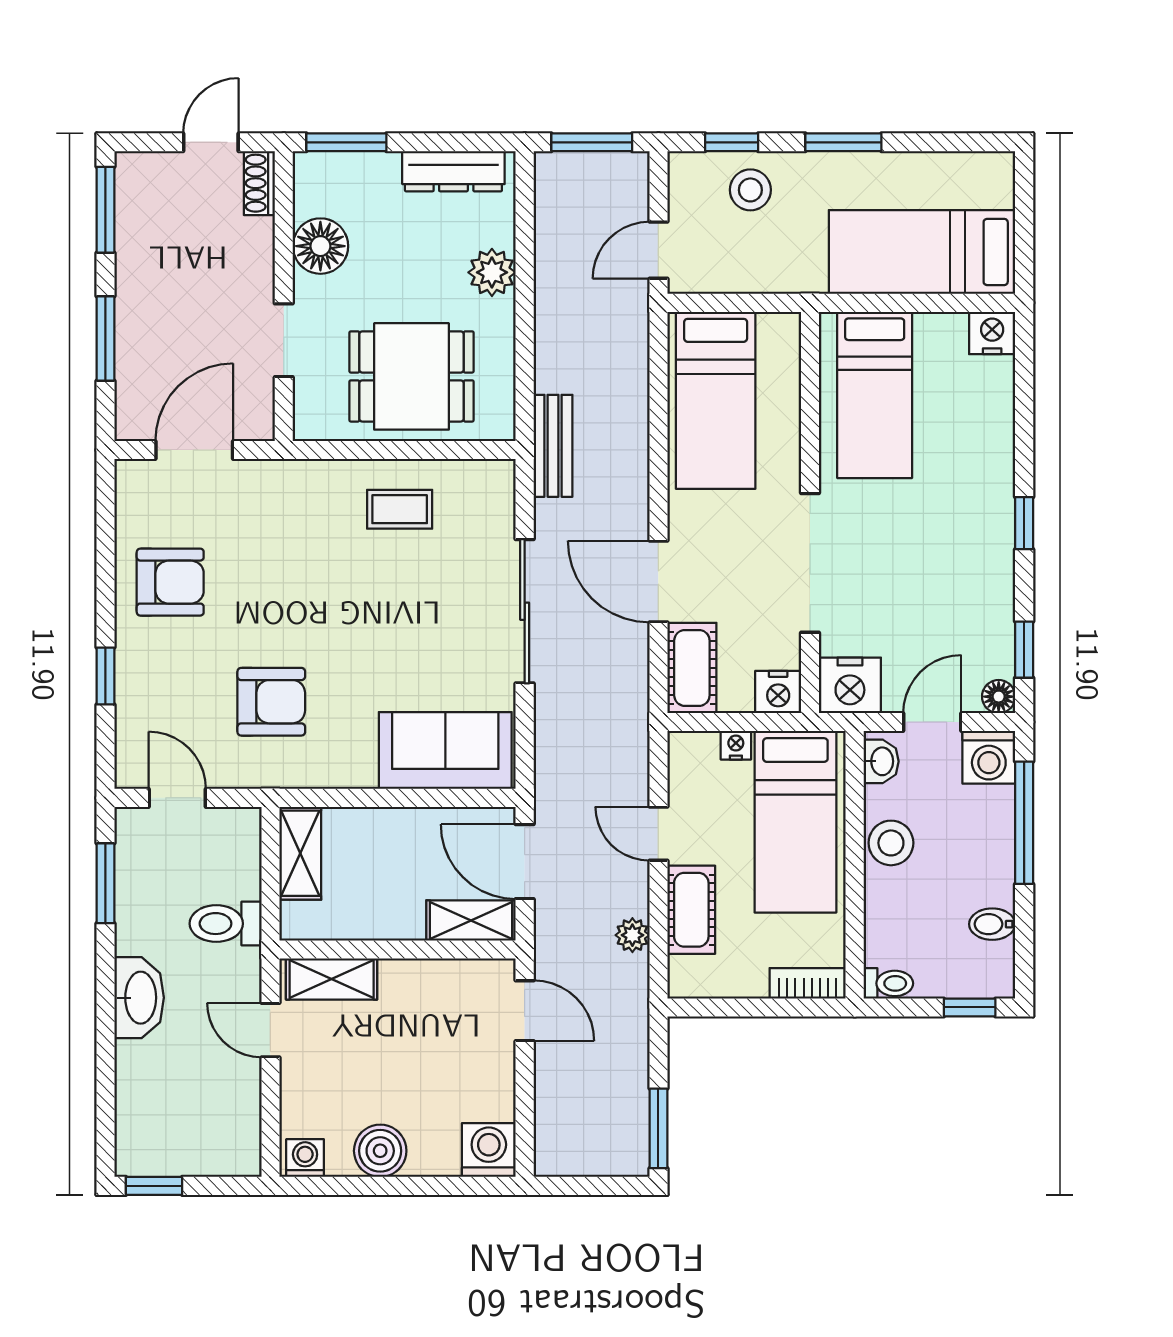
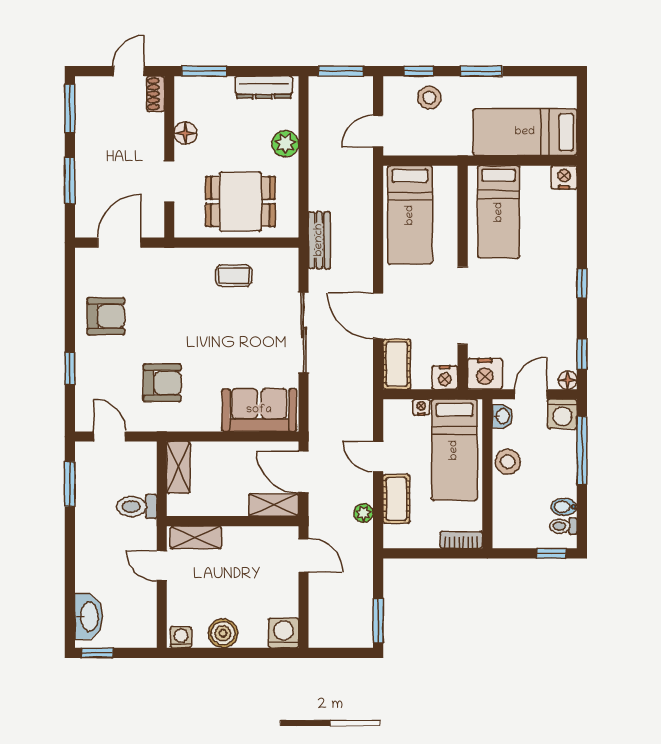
floor lamp: (320, 246) -> (185, 133), width x0.73, depth x0.73
toilet: (888, 983) -> (563, 526), moved, turned 180
washbasin: (139, 998) -> (89, 617), moved

